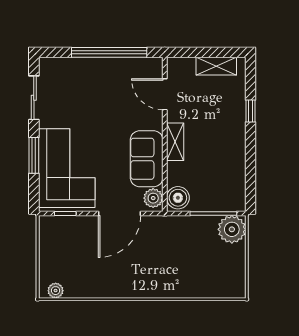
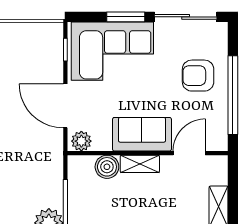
armchair: (90, 86) -> (198, 76), added
sliding door: (34, 98) -> (186, 17), width x1.37
sofa: (147, 159) -> (142, 134), moved
boiler: (178, 198) -> (107, 167), moved

